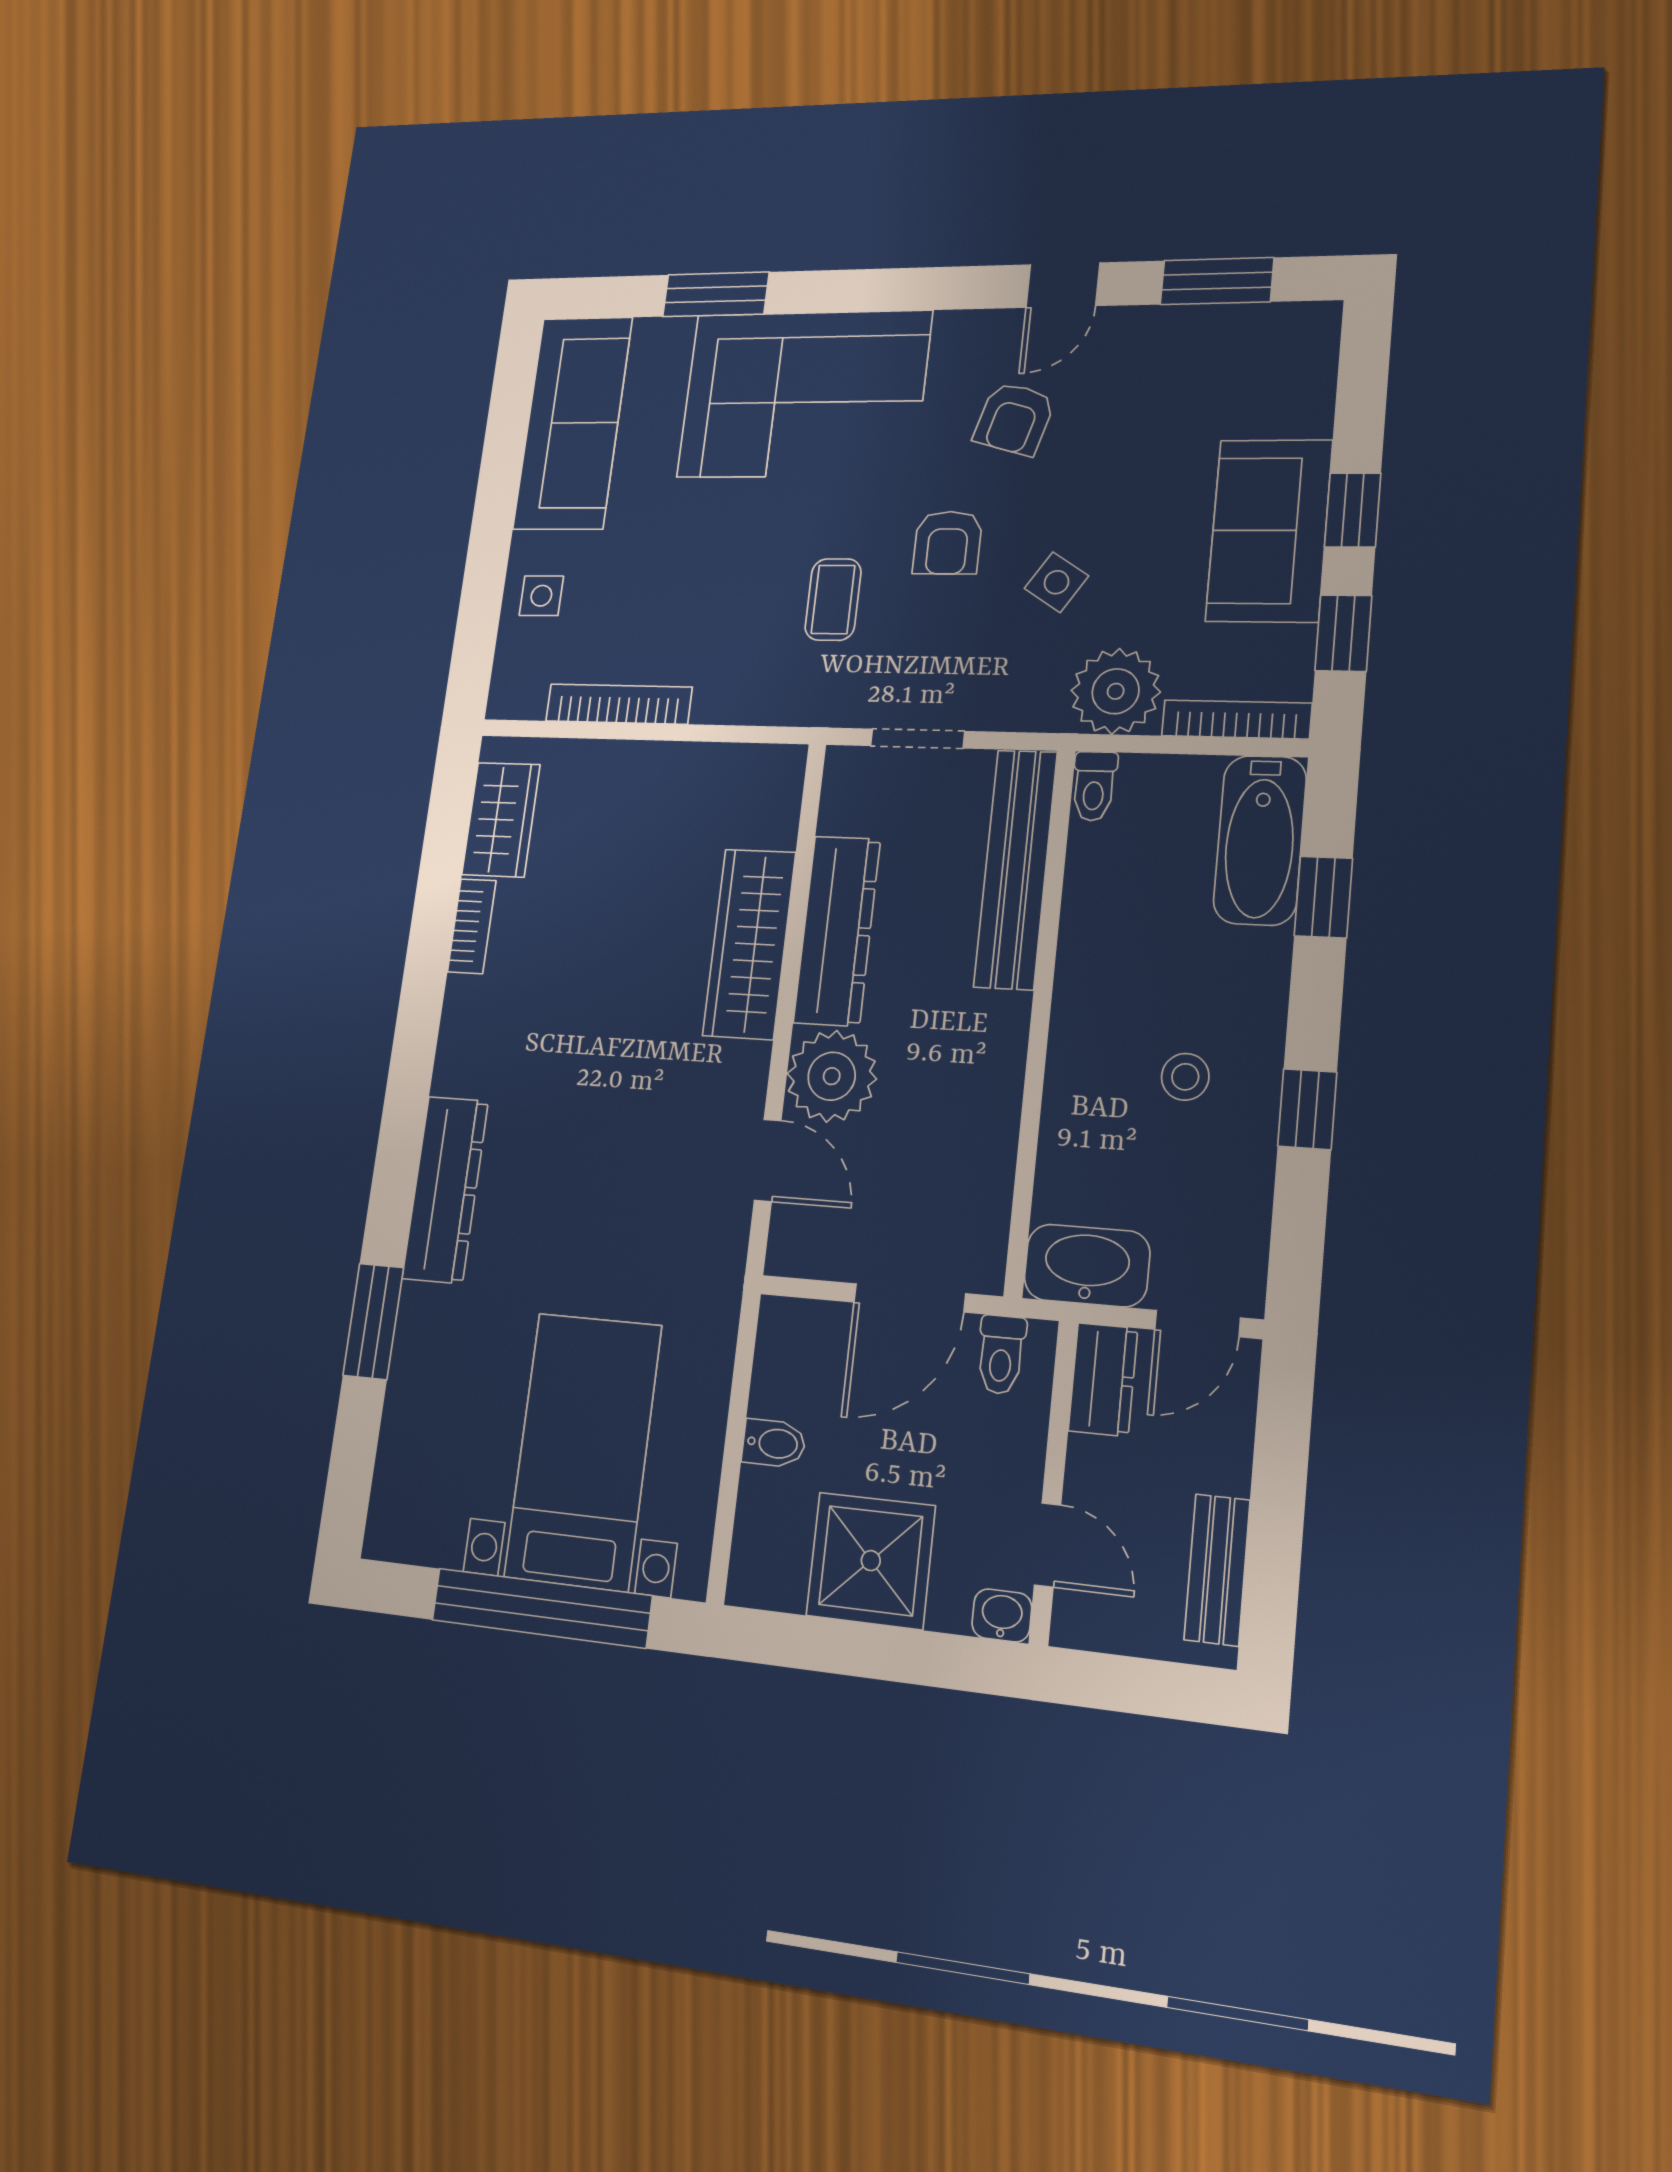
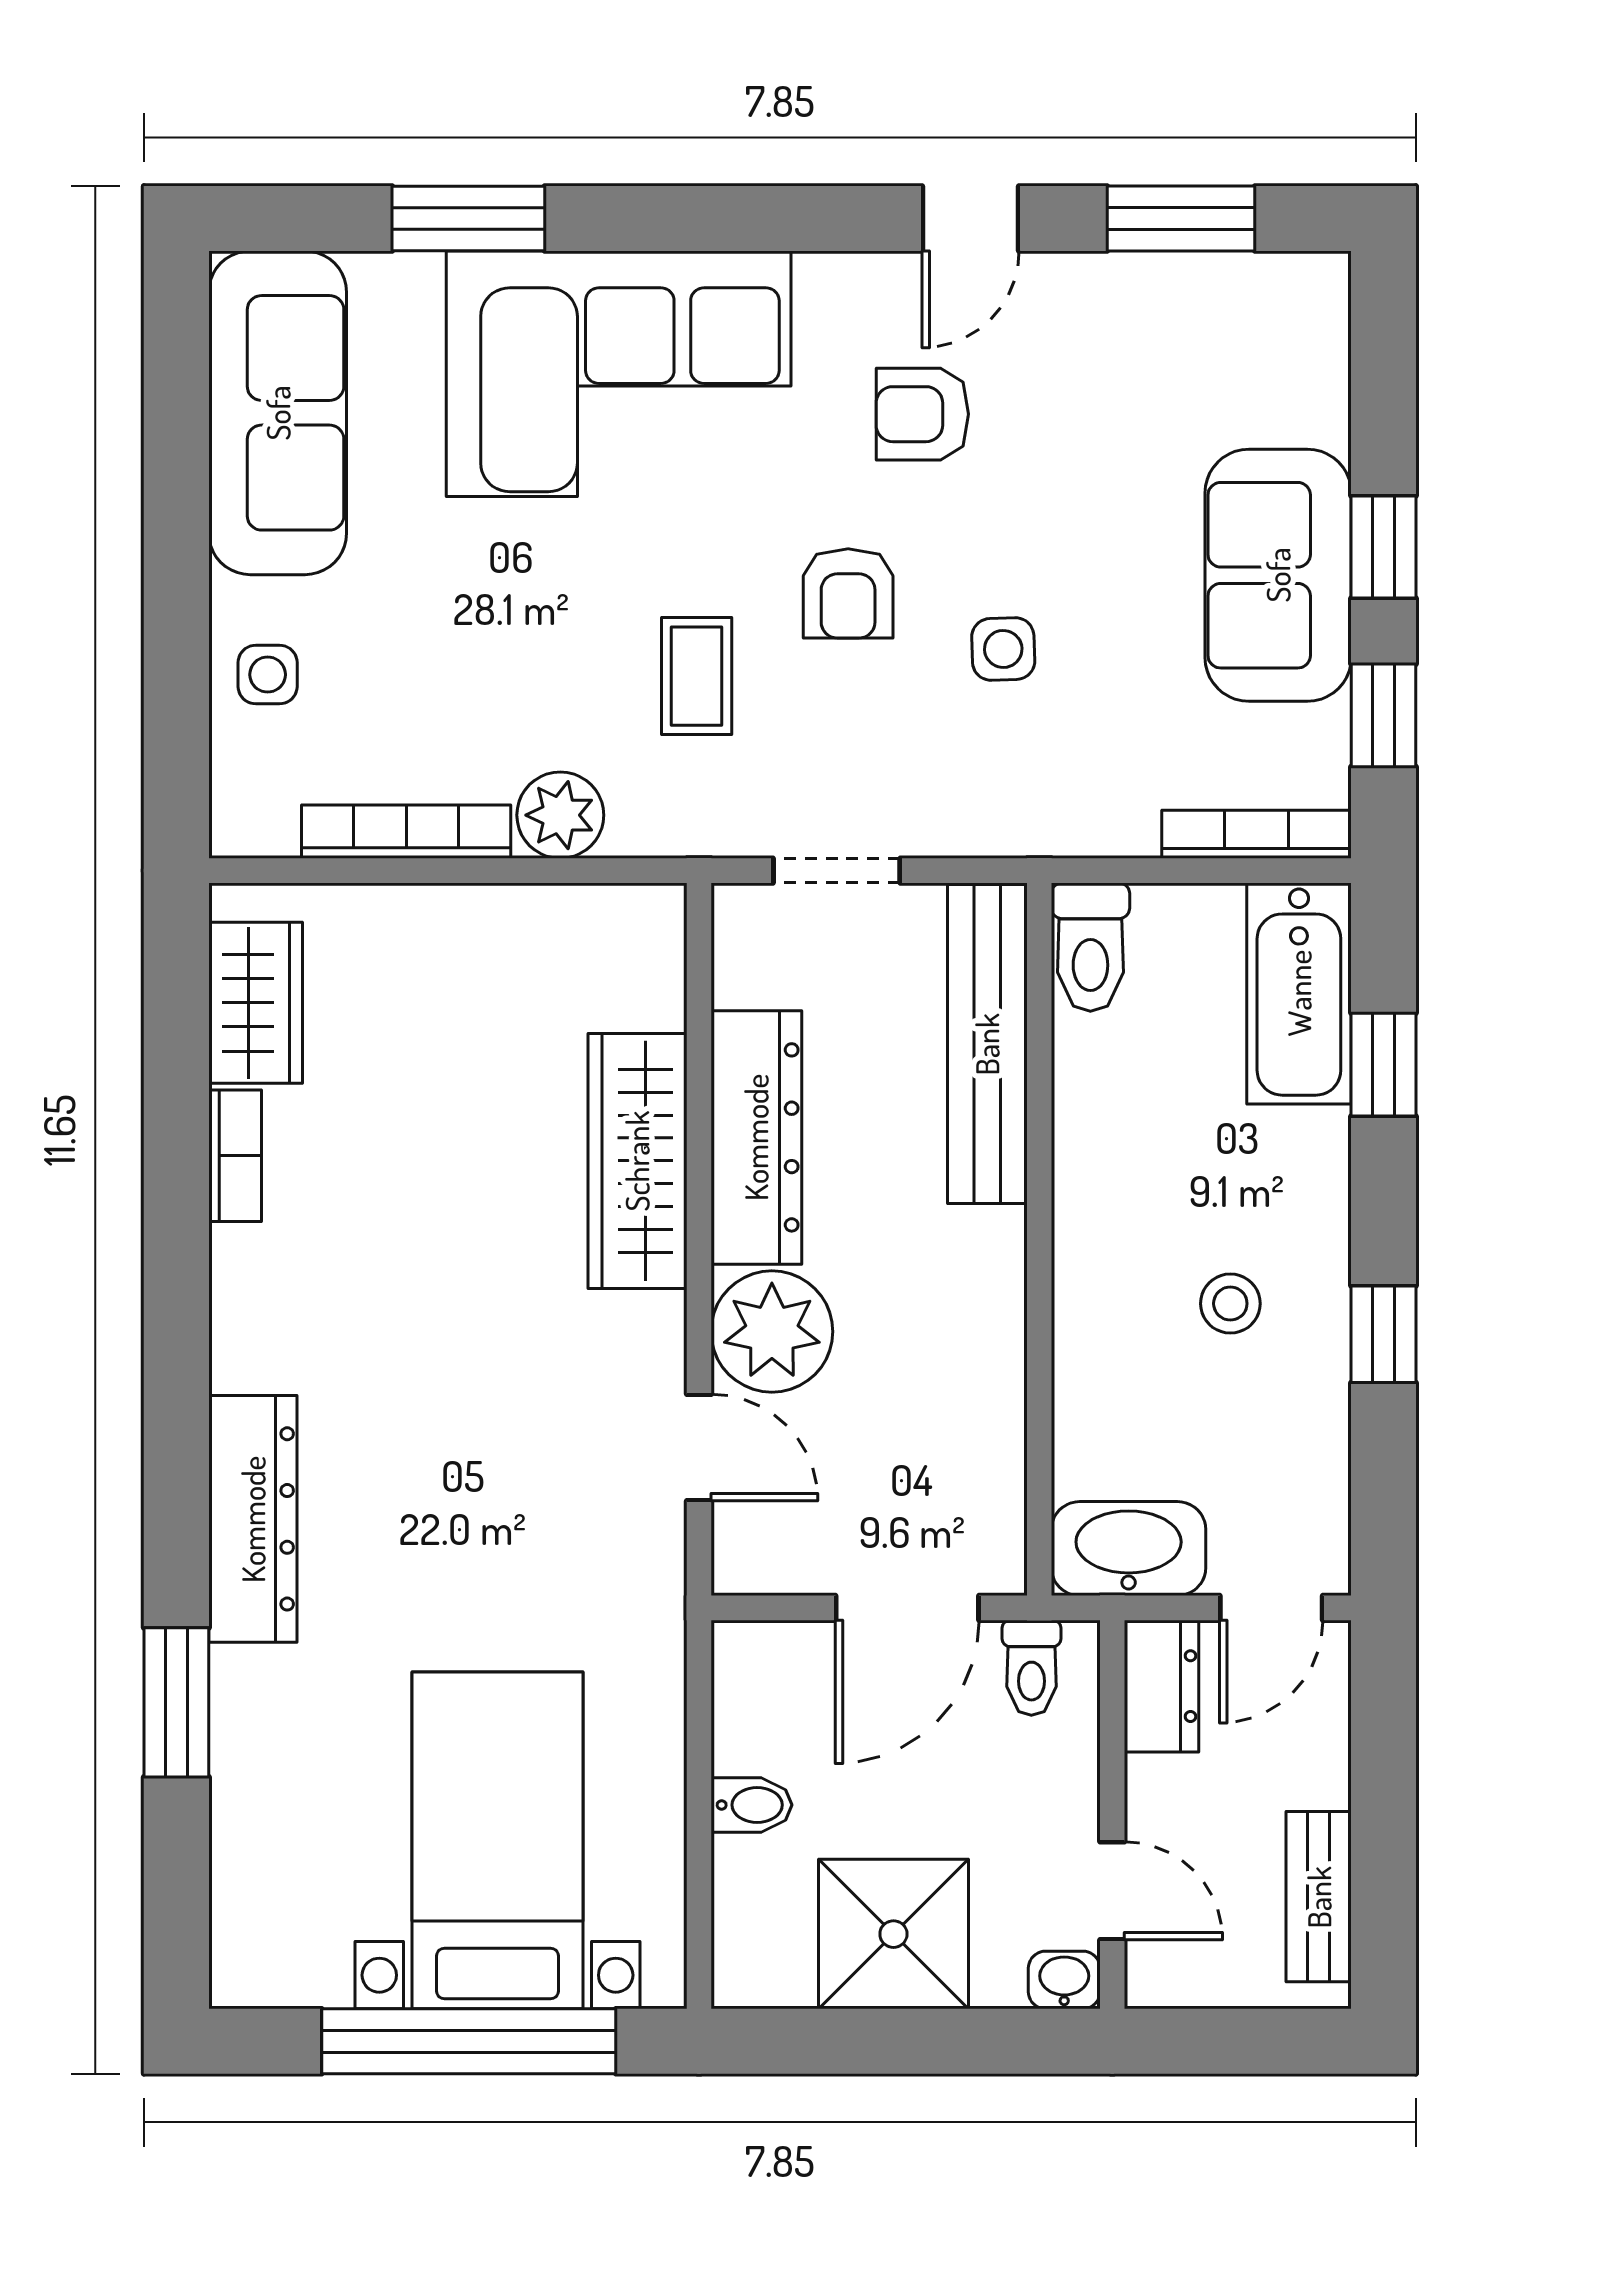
armchair: (1014, 419) -> (922, 414), turned 74
side table: (1056, 582) -> (1003, 649), turned -35
plant: (1116, 691) -> (560, 815), moved, width x0.73, depth x0.73
toilet: (1094, 786) -> (1090, 947), width x1.37, depth x1.39

